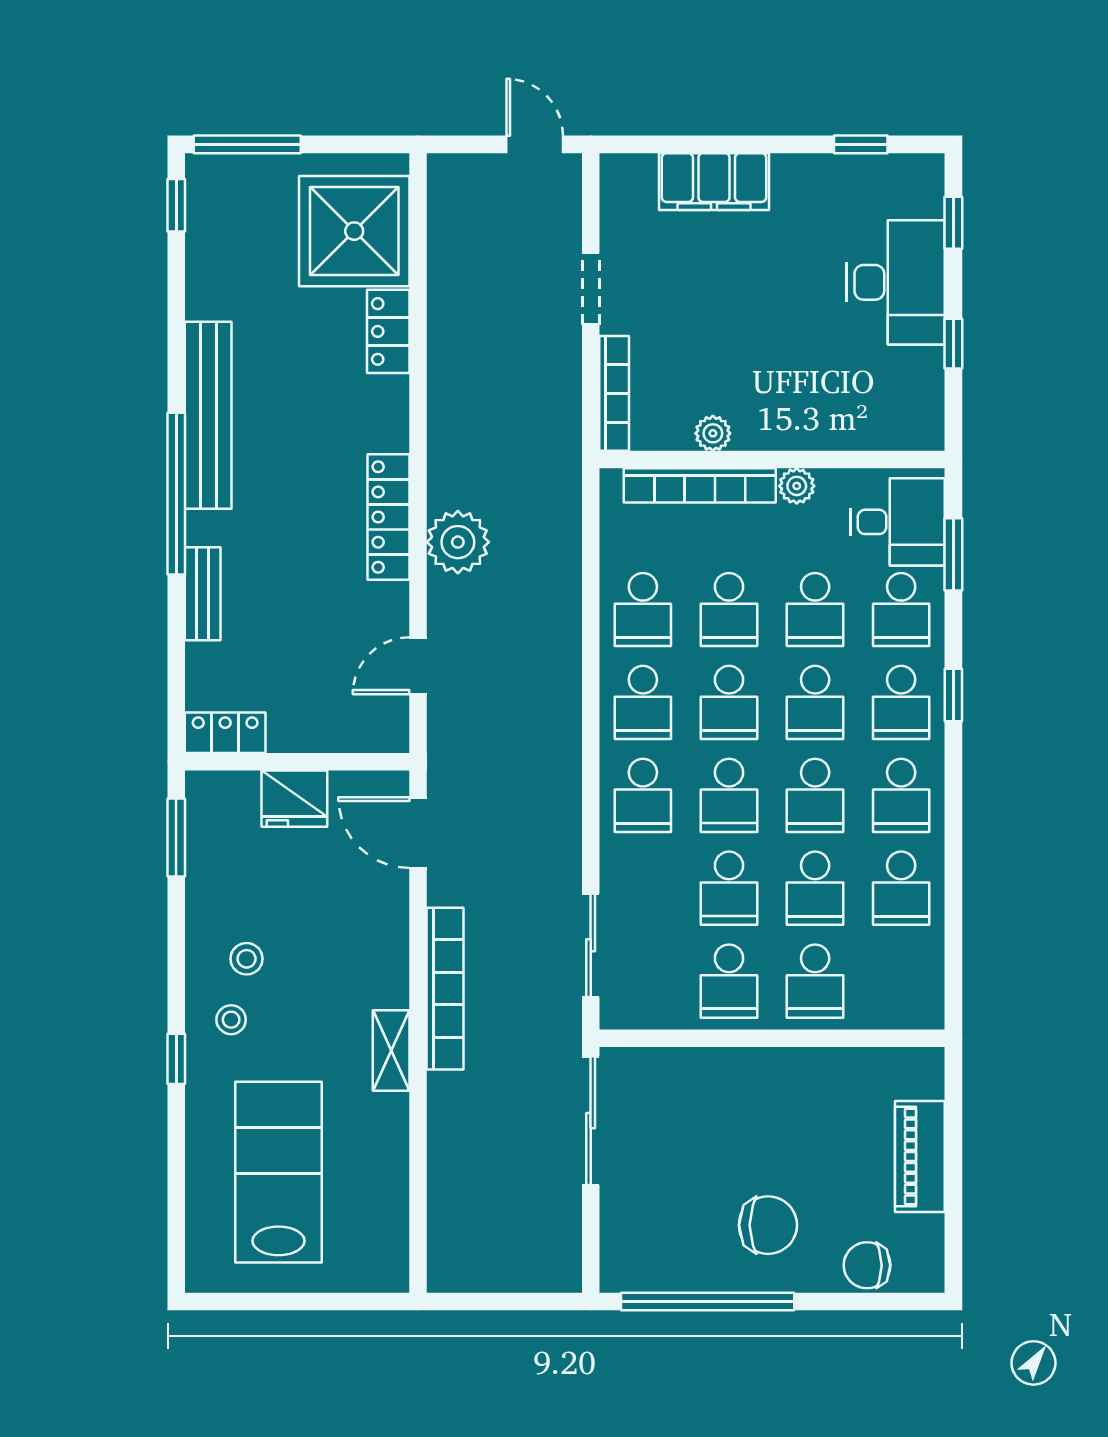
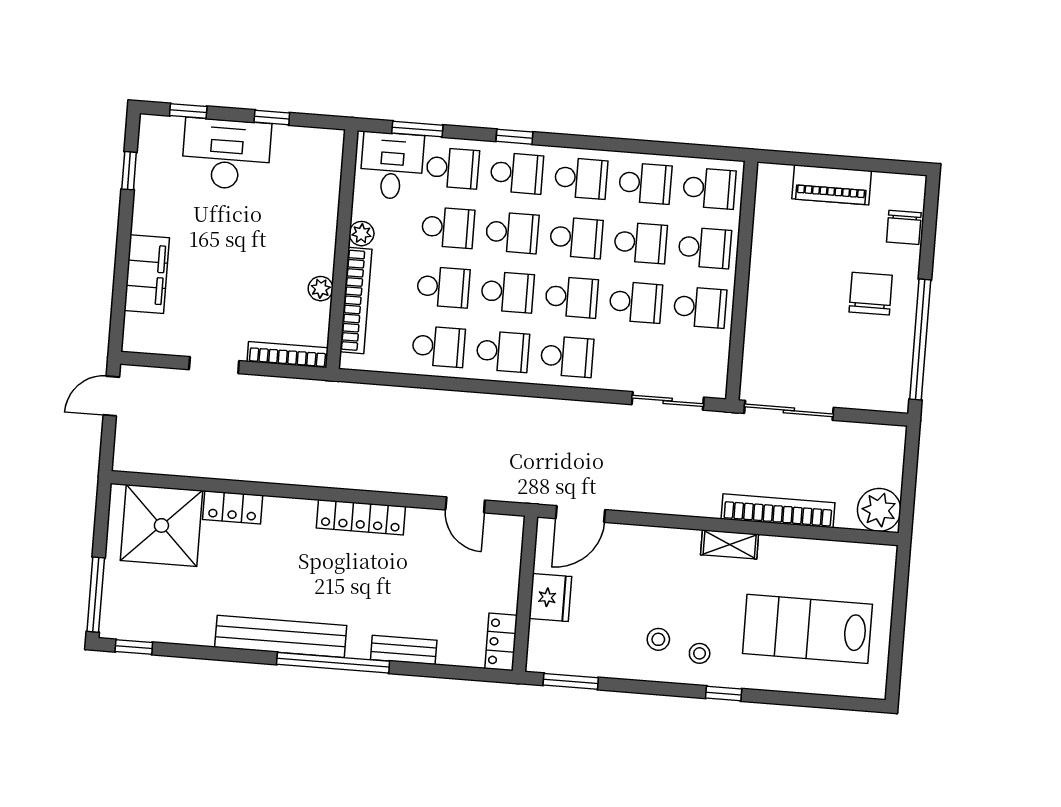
plant: (458, 542) -> (879, 510), moved
school desk: (901, 981) -> (709, 188), added
bookcase: (445, 989) -> (778, 511), moved

